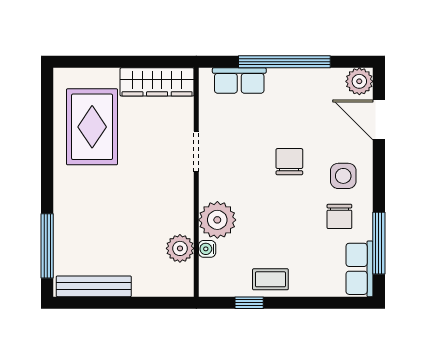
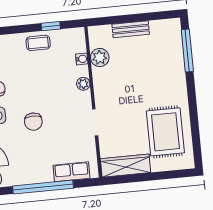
plant: (217, 220) -> (83, 84), width x0.53, depth x0.53
bench: (94, 286) -> (131, 29), moved, width x0.73

